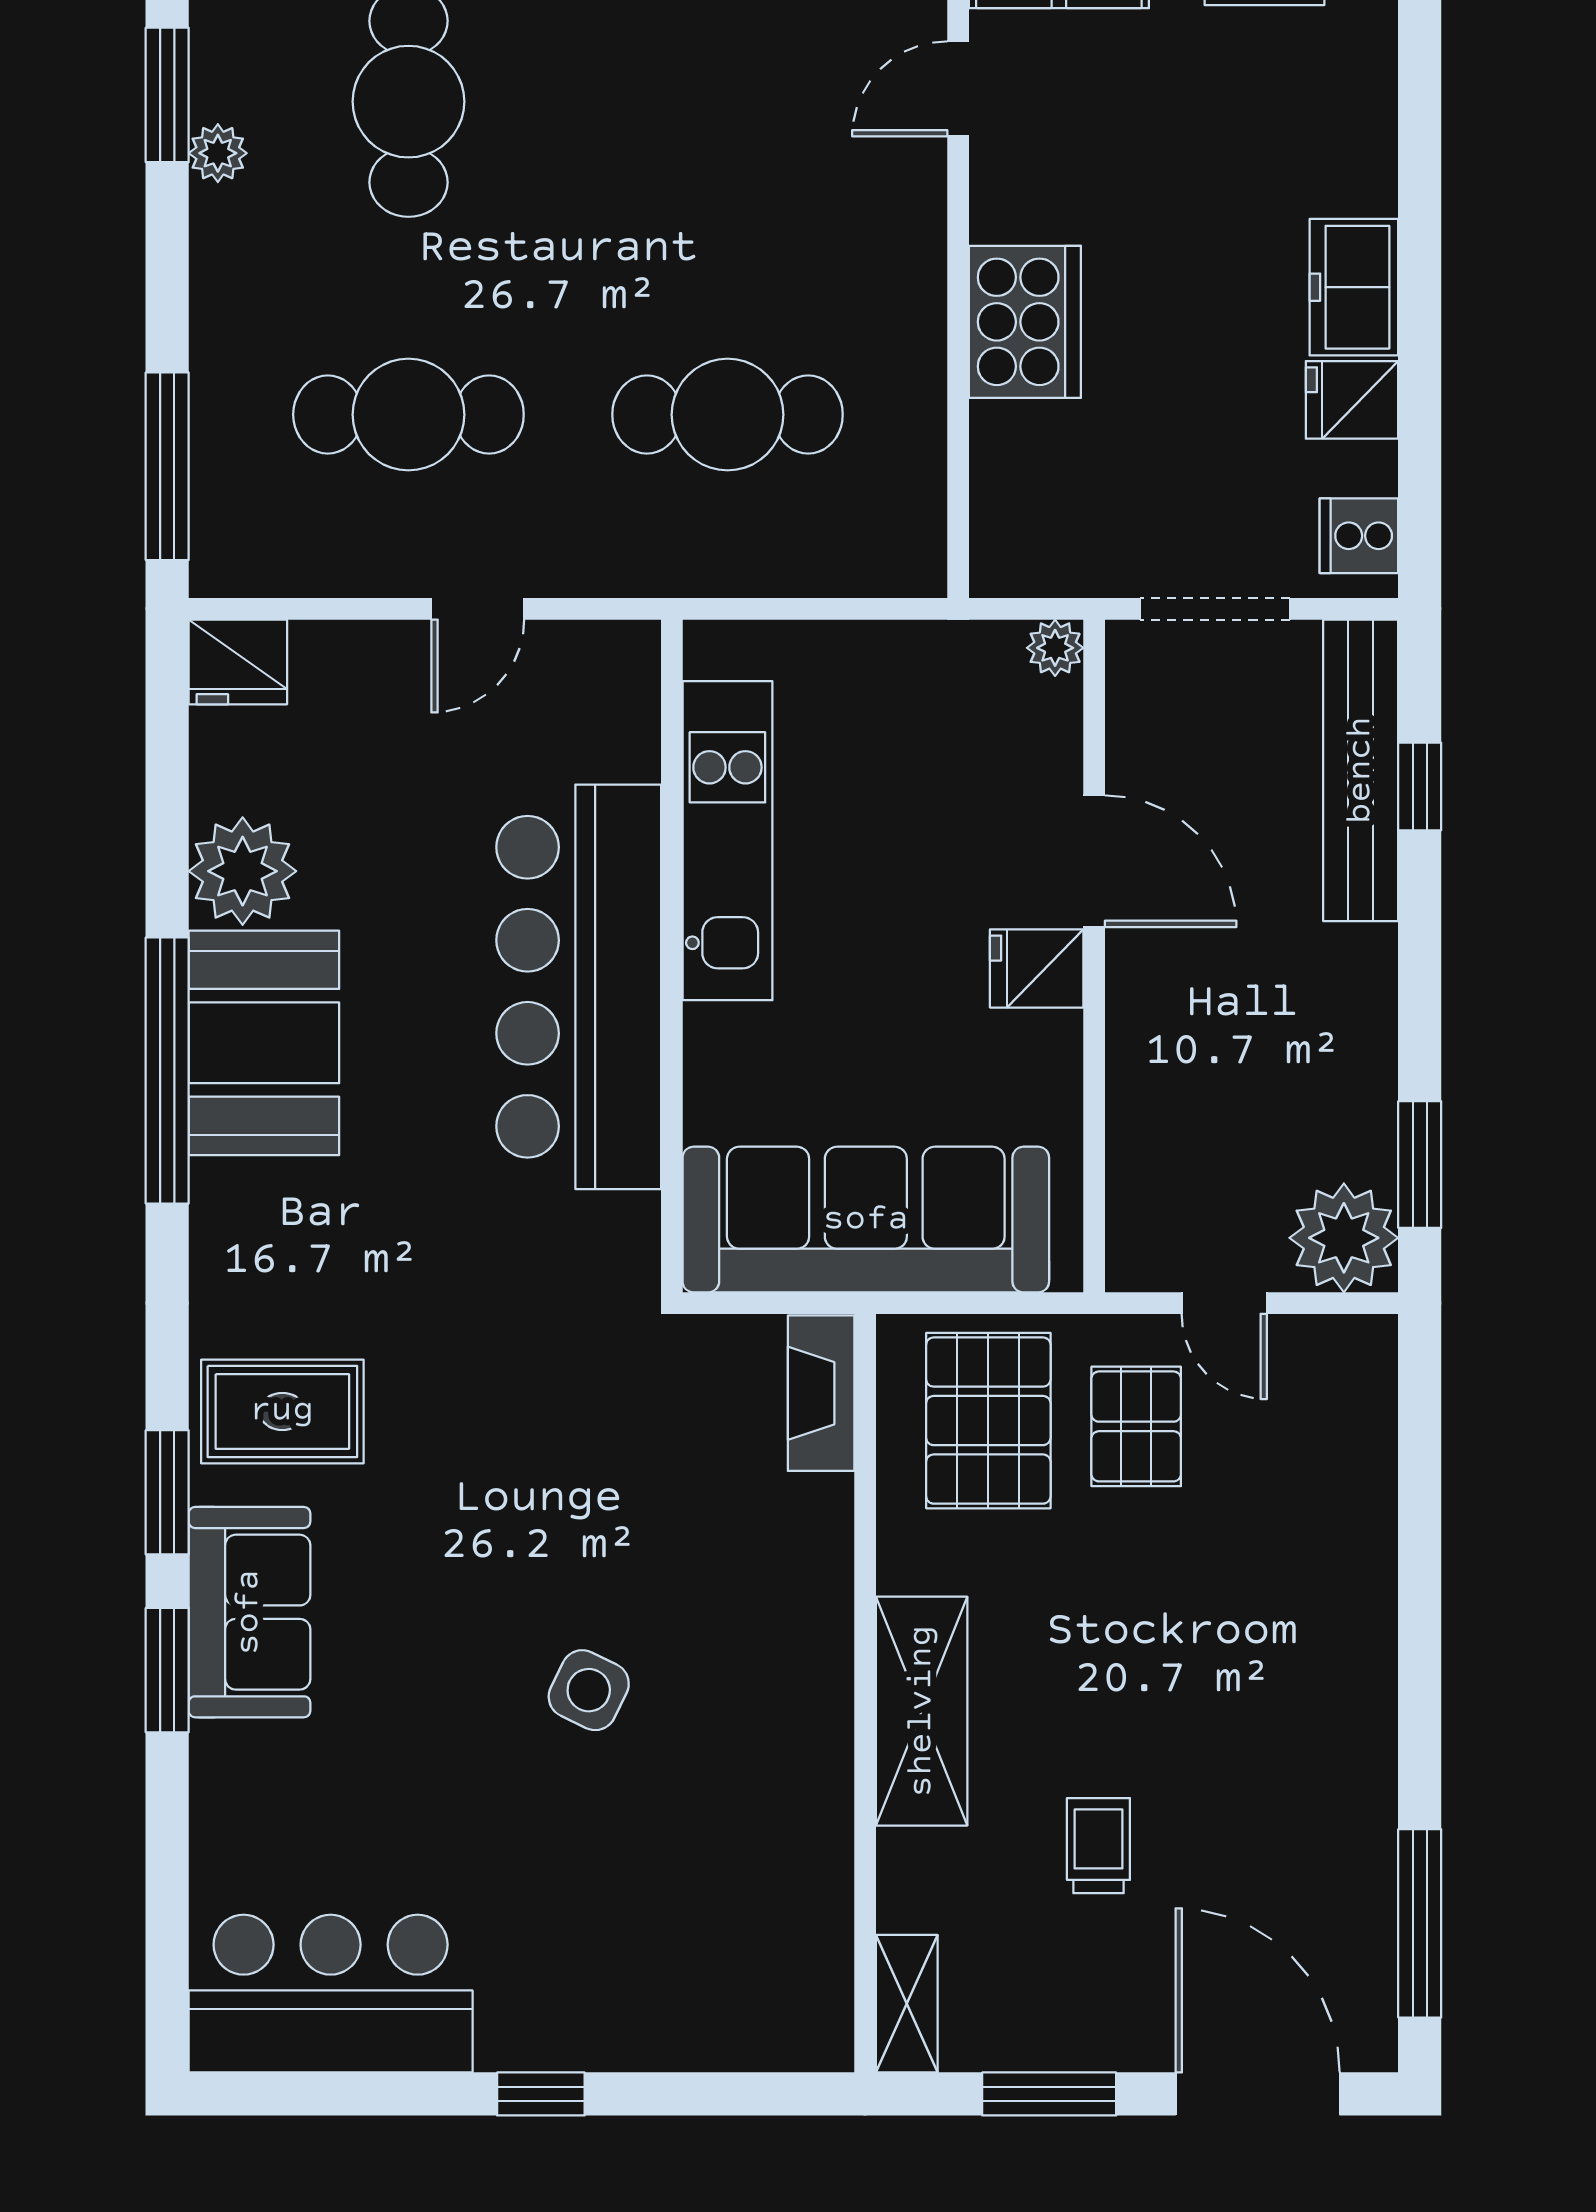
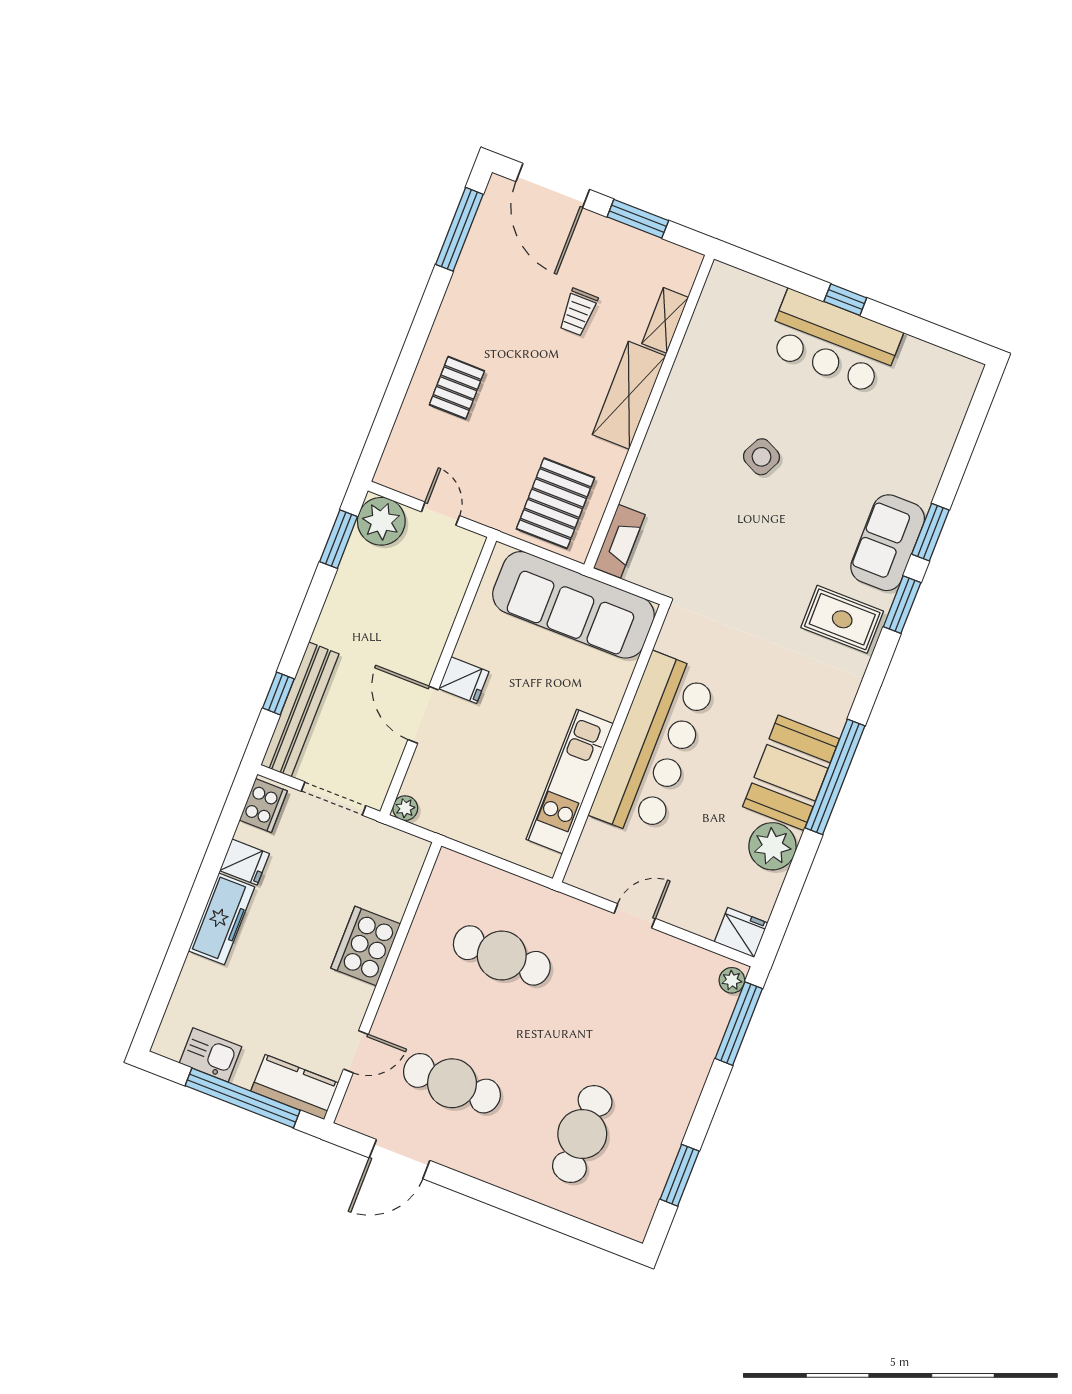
plant: (218, 153) -> (732, 980), moved
freezer: (1354, 287) -> (221, 919), width x1.40
cafe table: (408, 415) -> (452, 1083), moved
cooker: (1359, 536) -> (263, 805), width x1.36
pallet: (1136, 1426) -> (457, 388), moved
bar counter: (331, 1994) -> (833, 342), moved
shelving: (907, 2004) -> (665, 320), moved

